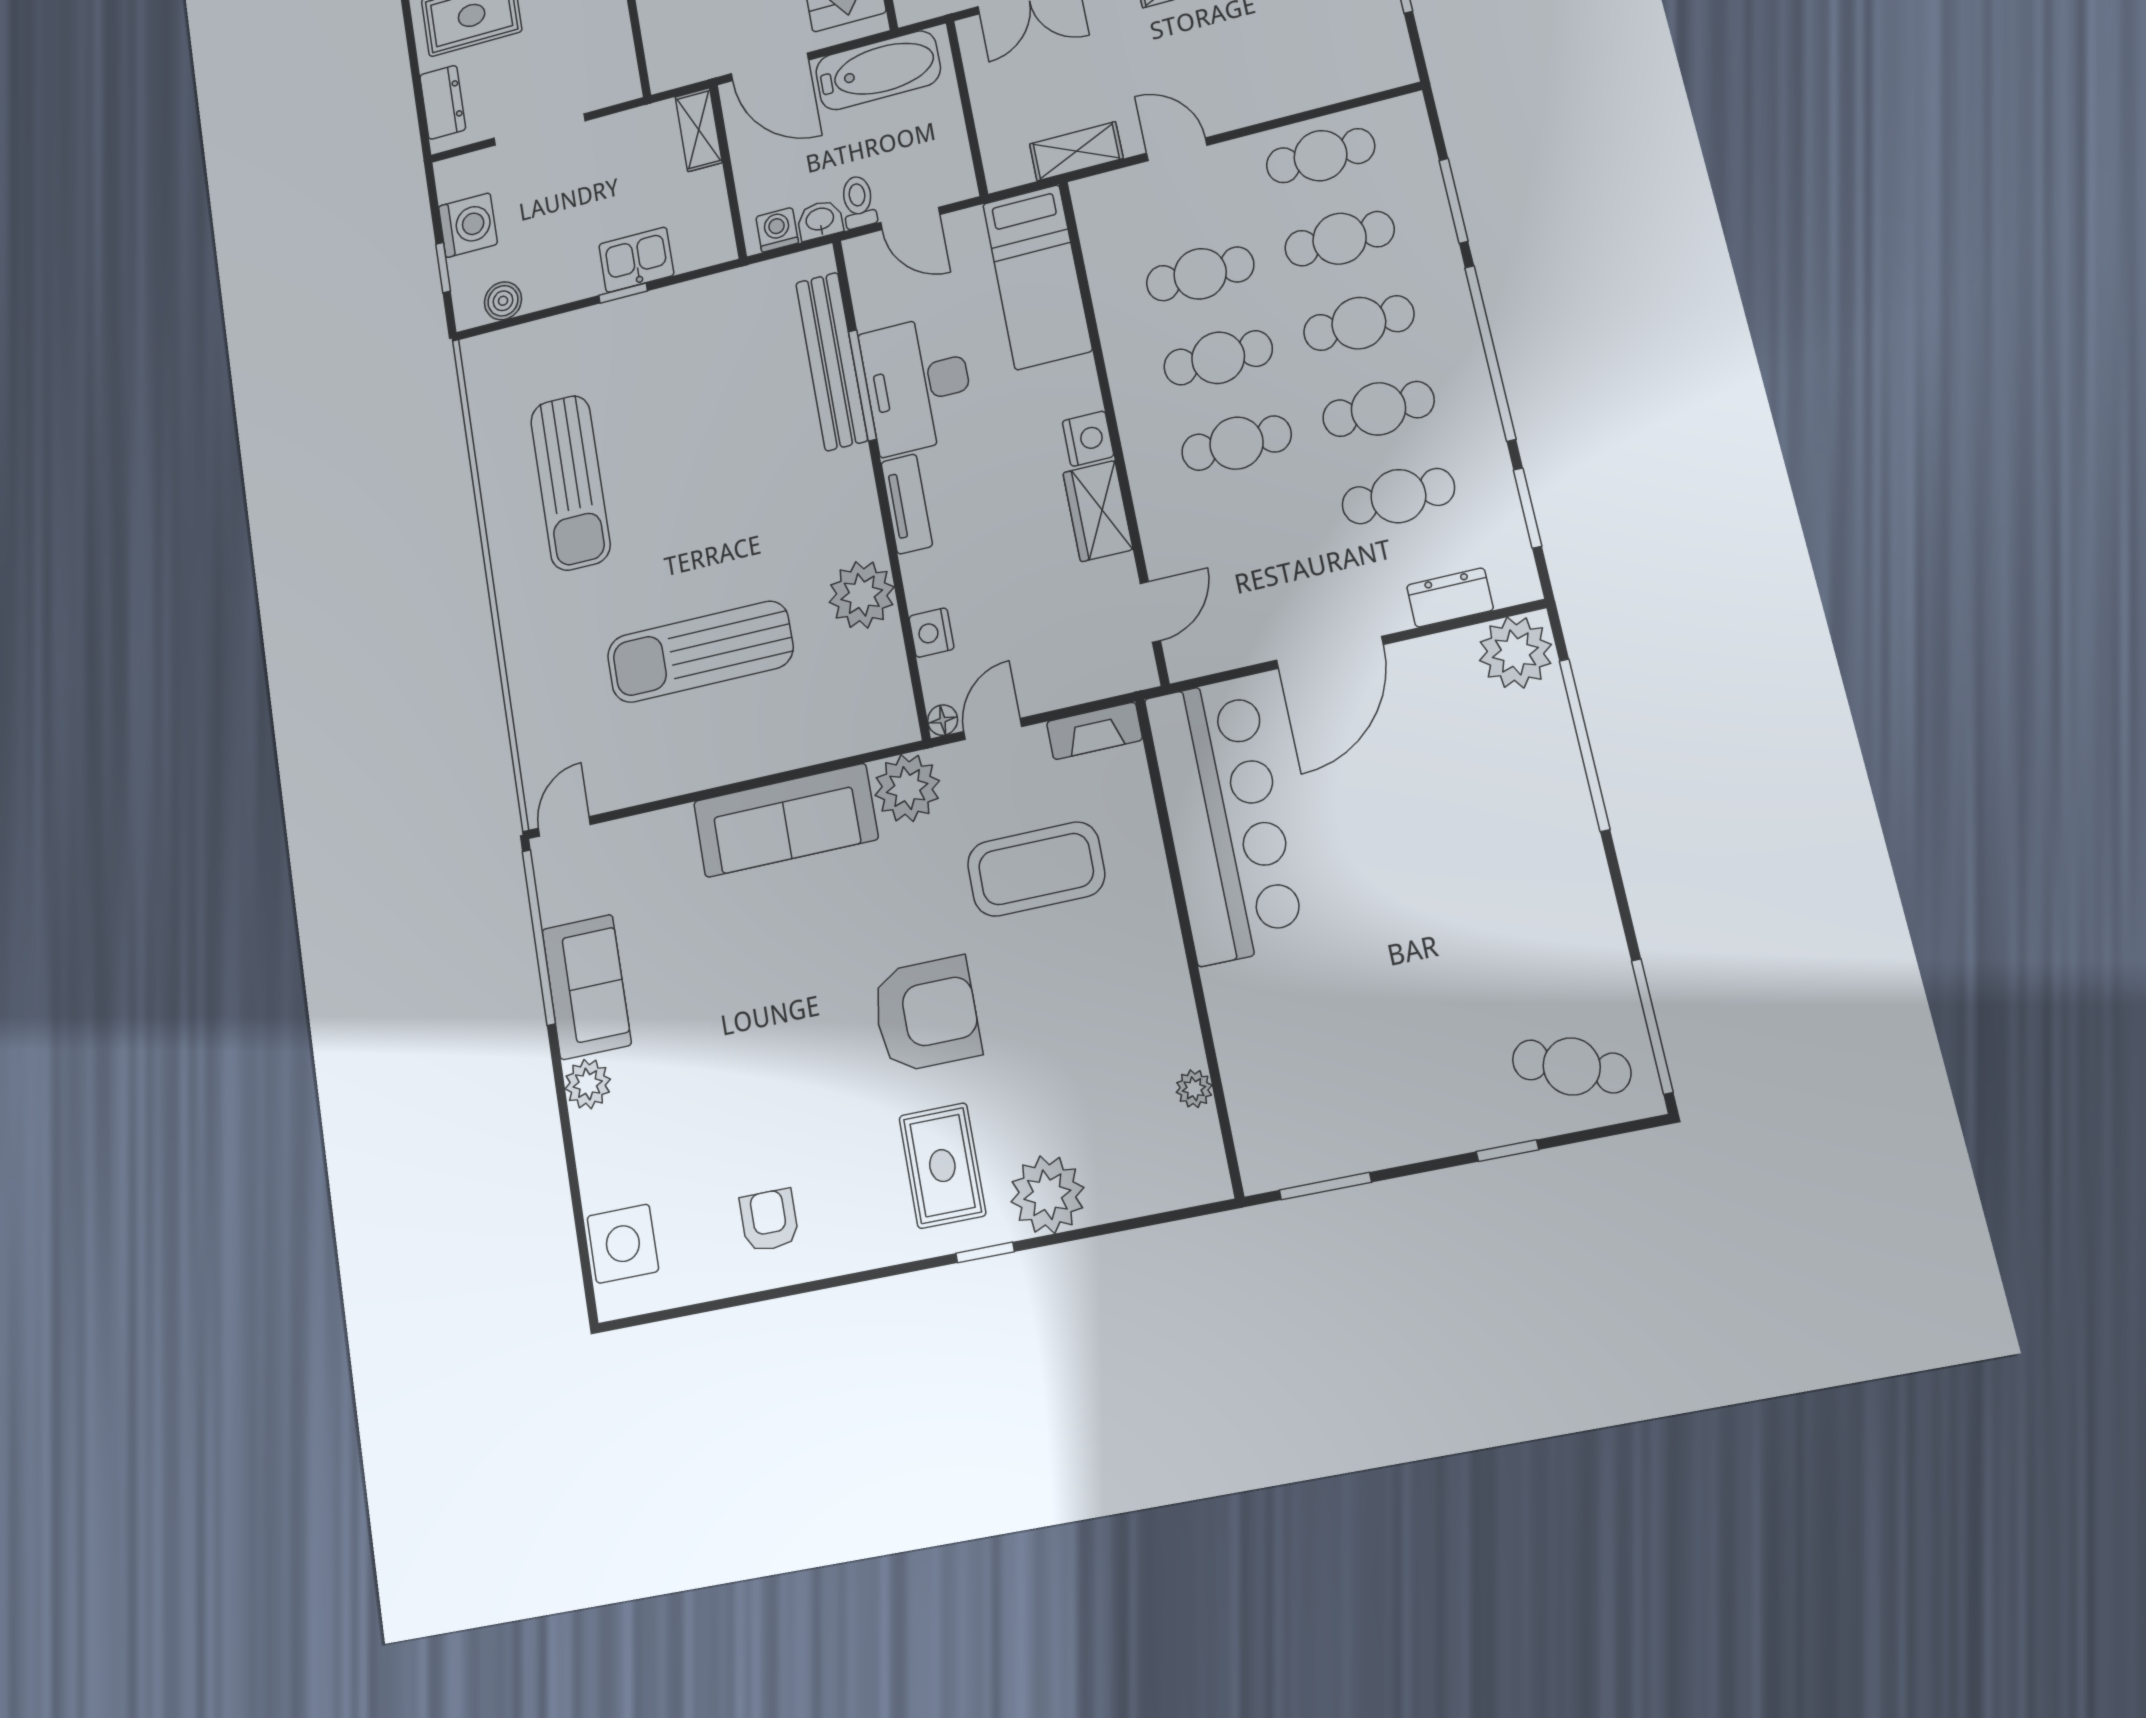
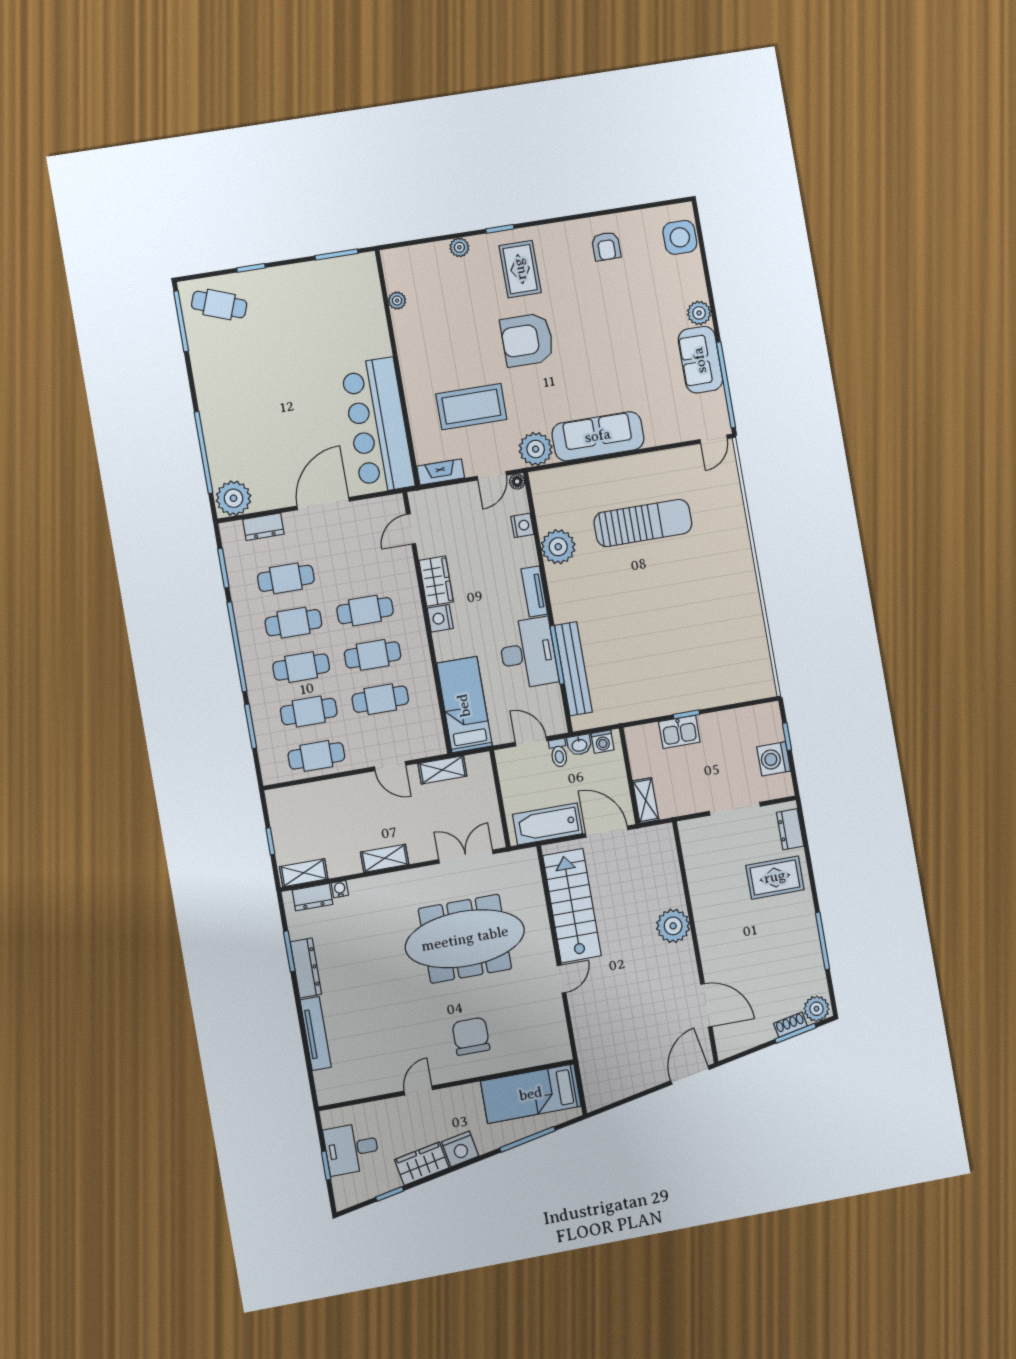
boiler: (503, 301) -> (753, 716), removed
sun lounger: (570, 483) -> (714, 615), removed
plant: (1047, 1195) -> (459, 247), width x0.53, depth x0.53

